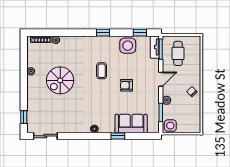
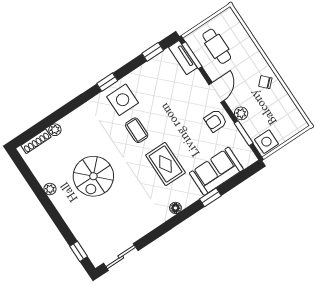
side table: (128, 46) -> (123, 100), moved
armchair: (127, 85) -> (216, 121), moved
rug: (105, 100) -> (165, 164), added

